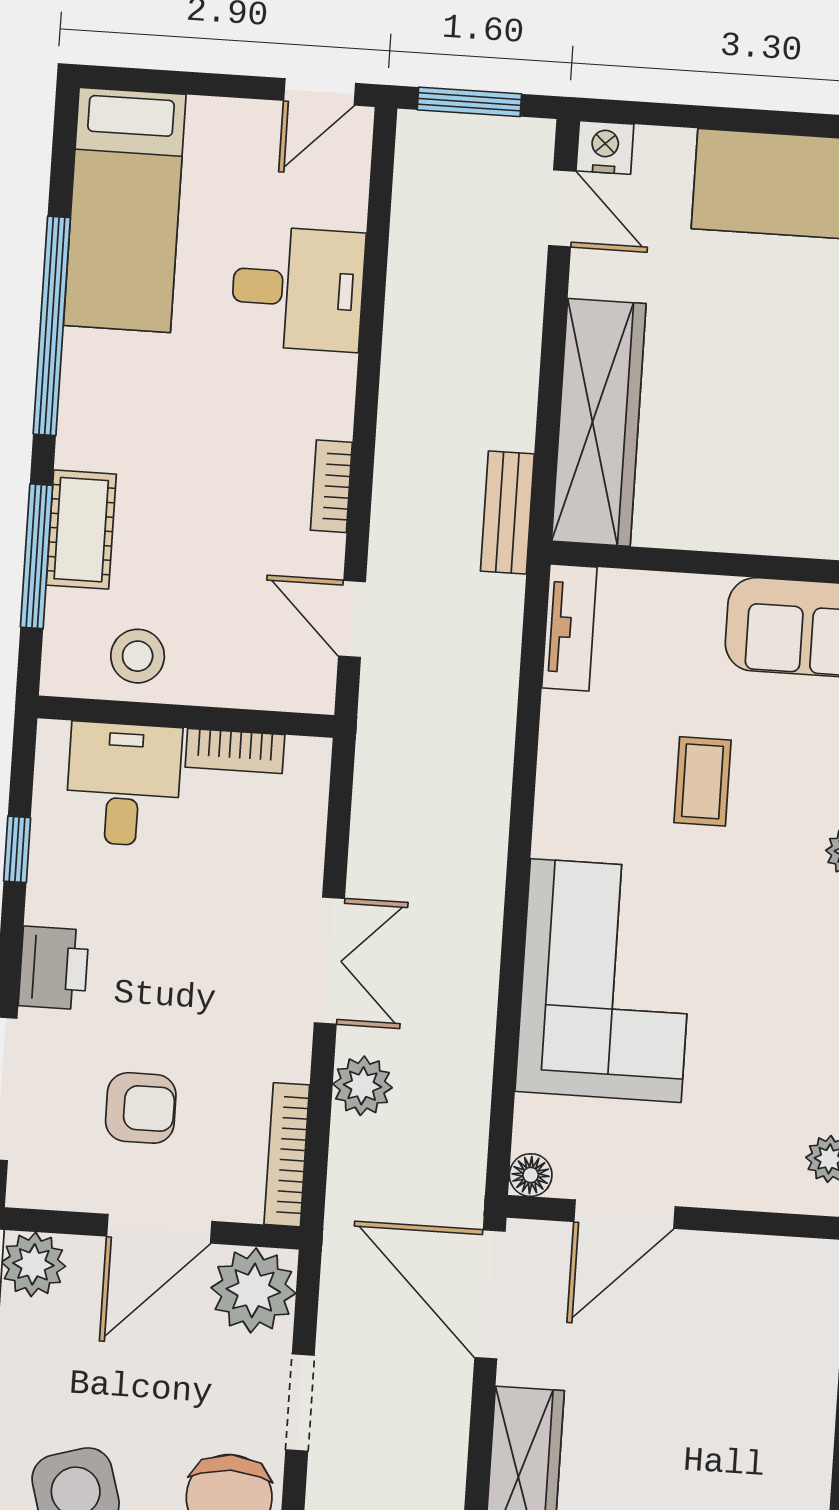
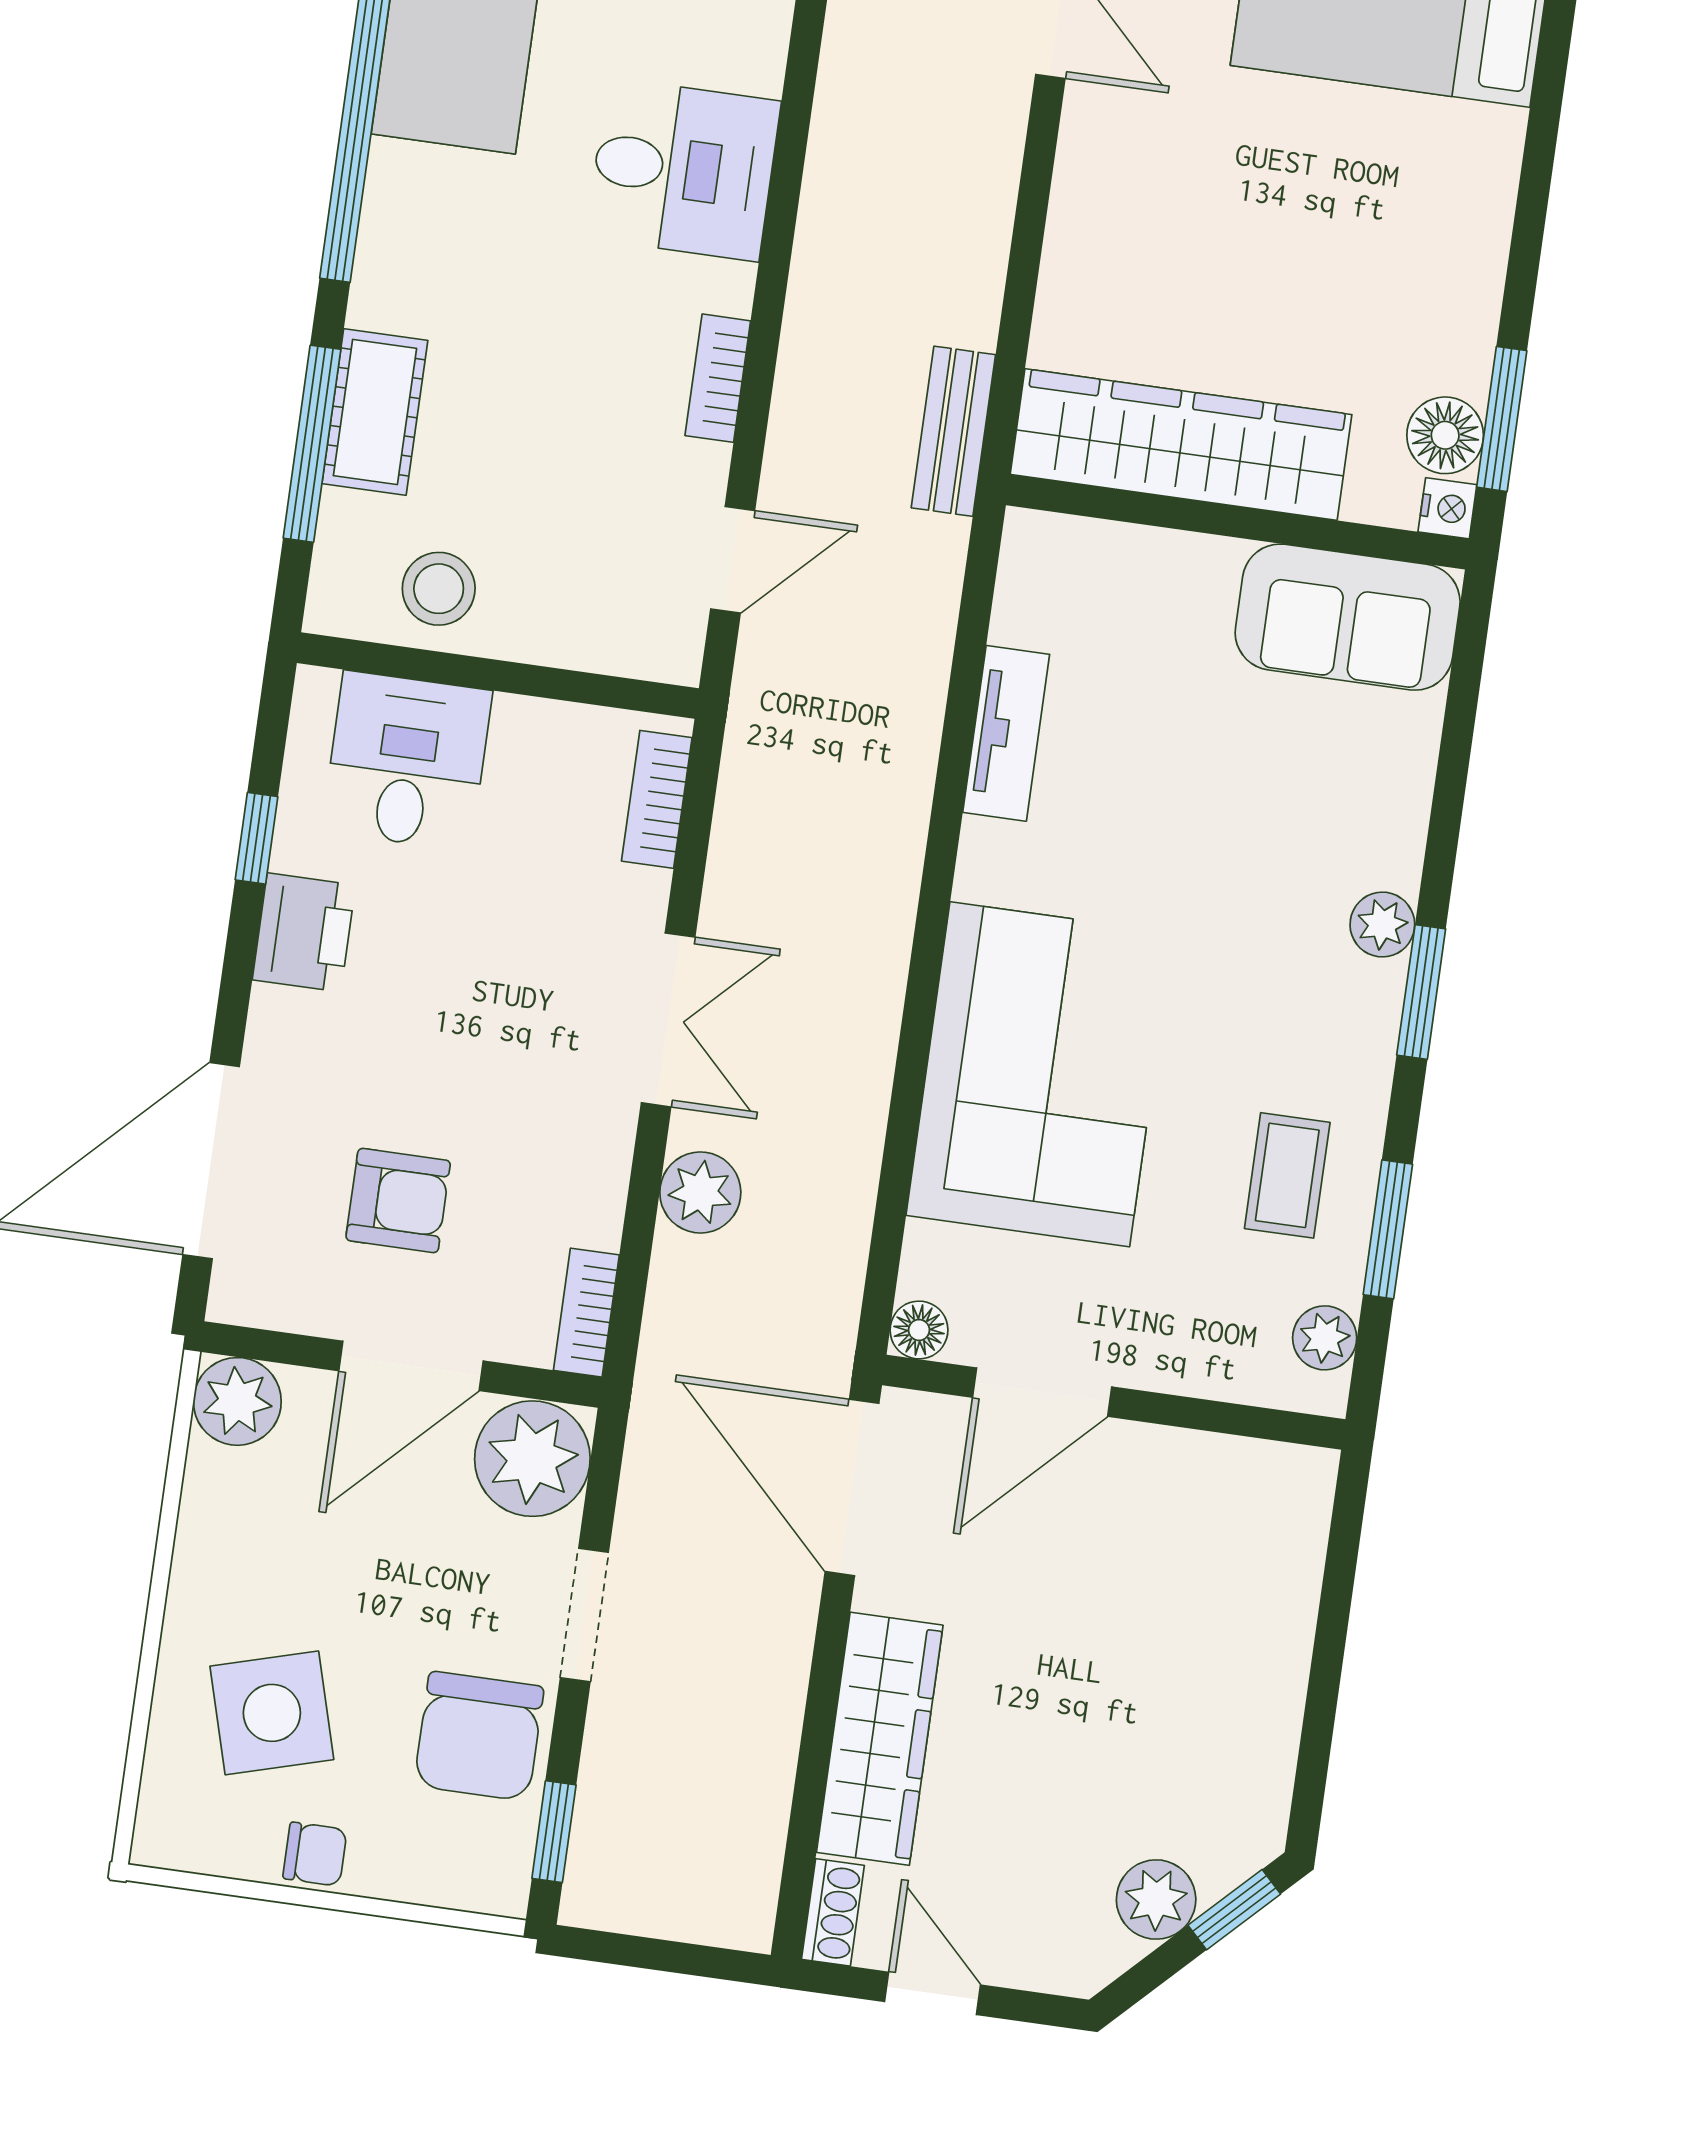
desk: (298, 289) -> (683, 169), moved
wardrobe: (599, 422) -> (1181, 444), moved, turned -90
door: (352, 619) -> (733, 560), swing flipped
tv unit: (569, 628) -> (1006, 733), moved
bookcase: (235, 751) -> (657, 799), moved, turned 90
coffee table: (703, 781) -> (1287, 1175), moved
printer: (54, 968) -> (304, 932), moved
bookcase: (287, 1155) -> (586, 1313), width x0.64

